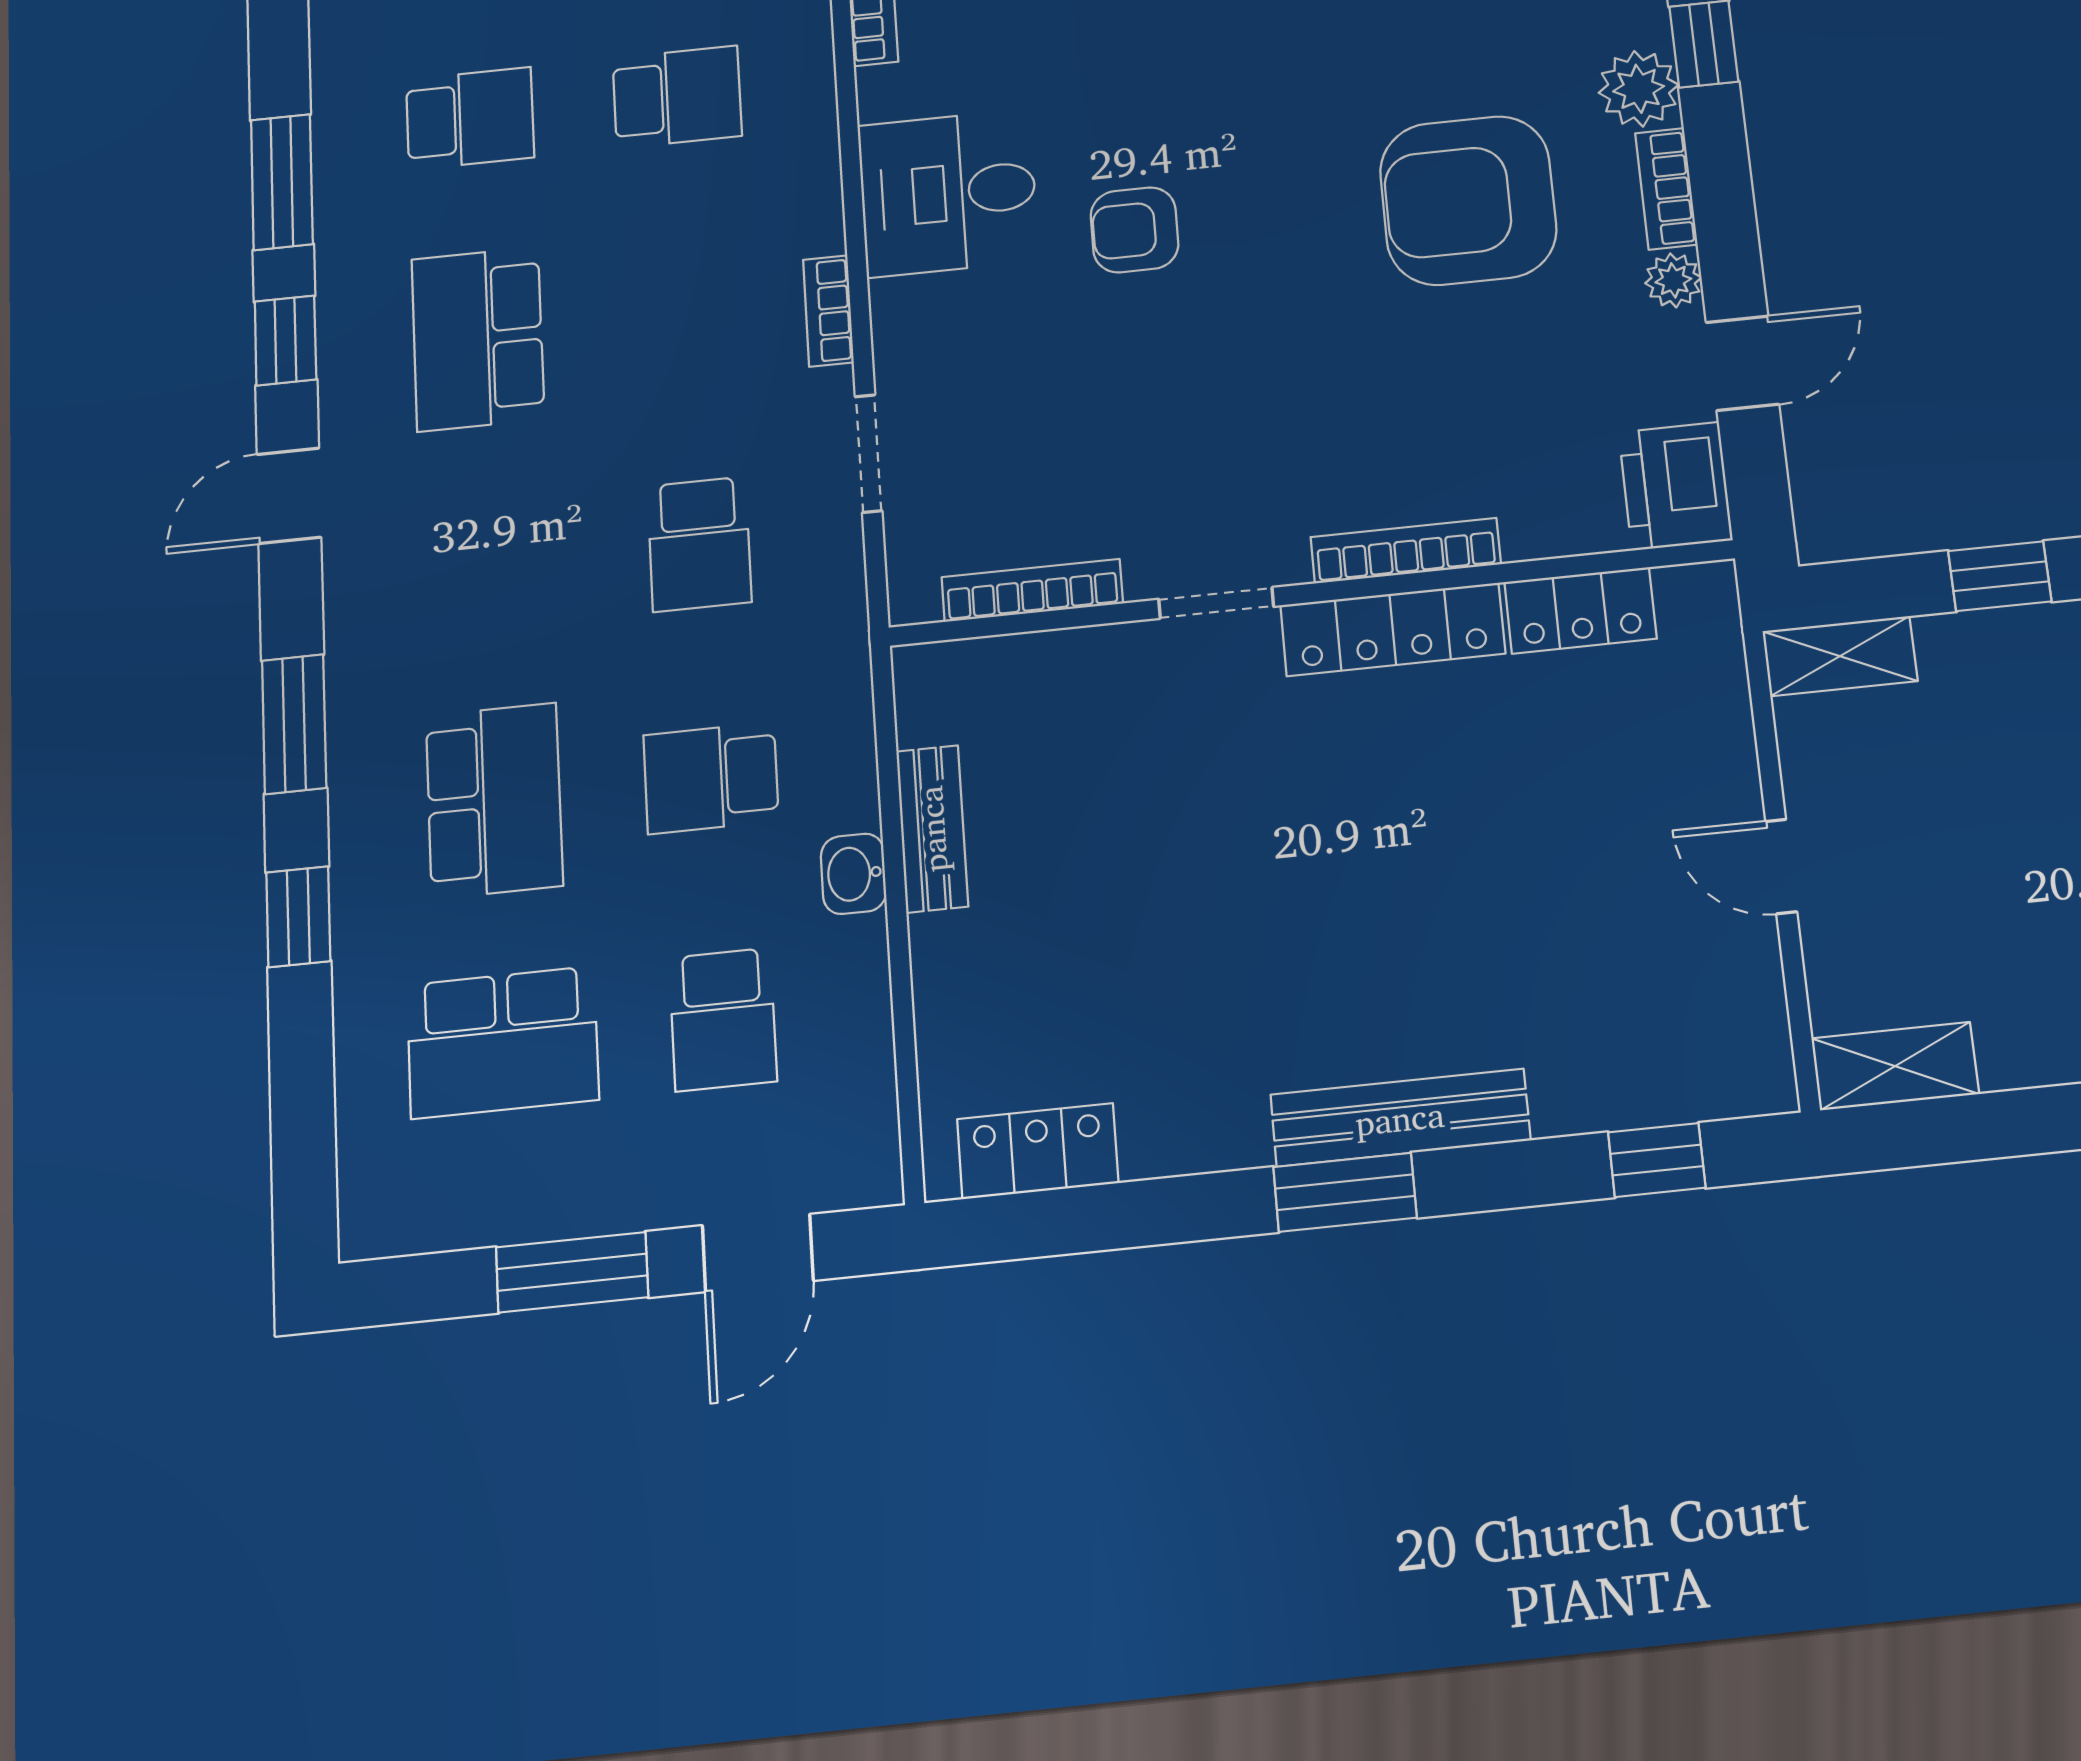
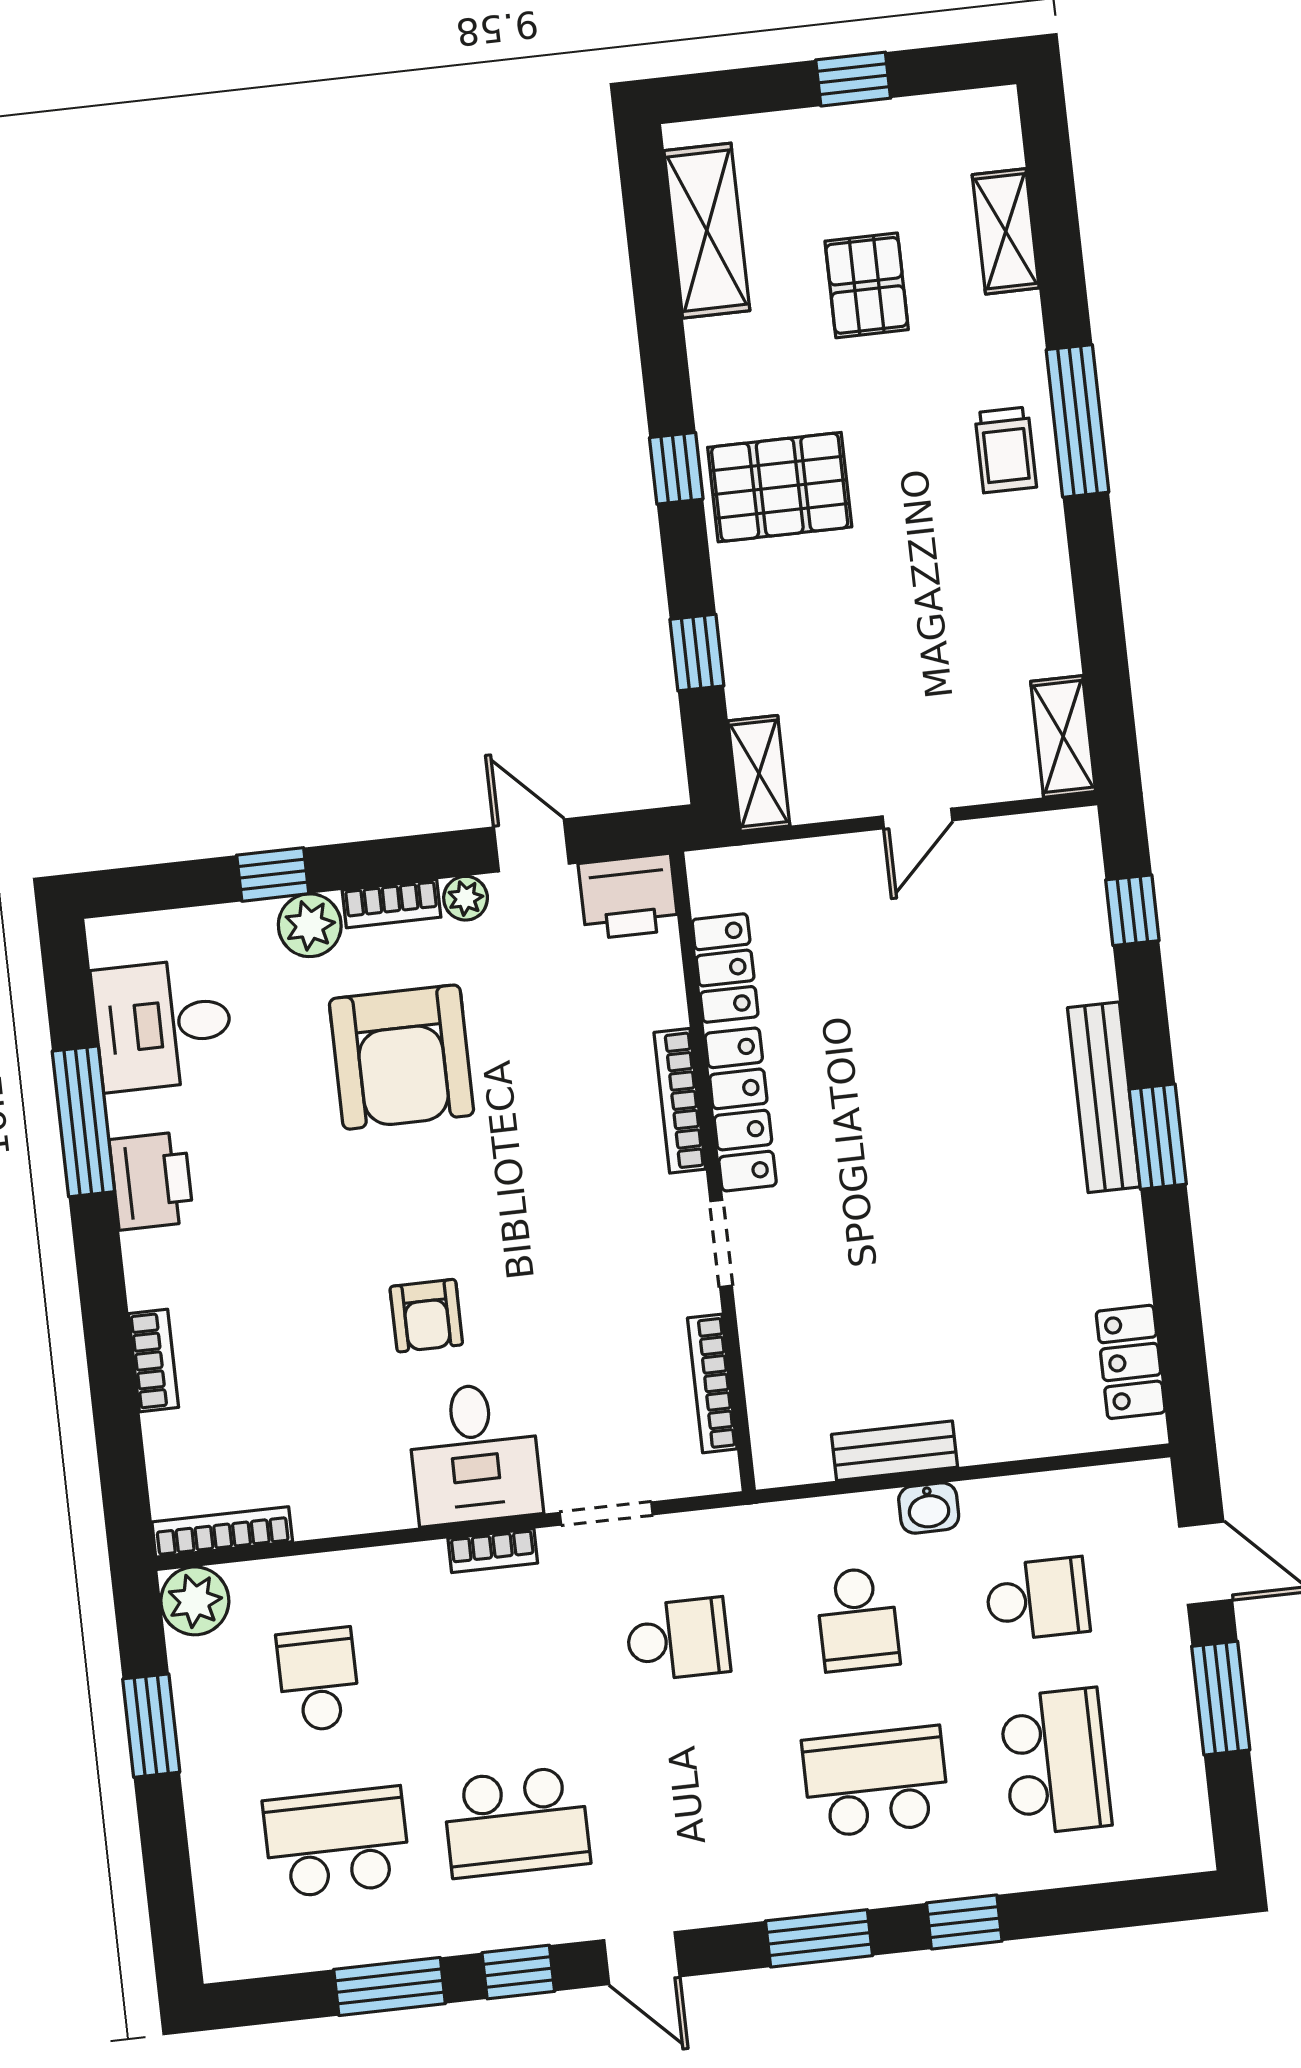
school desk: (470, 118) -> (337, 1842), width x1.85
desk: (948, 193) -> (474, 1453), moved

